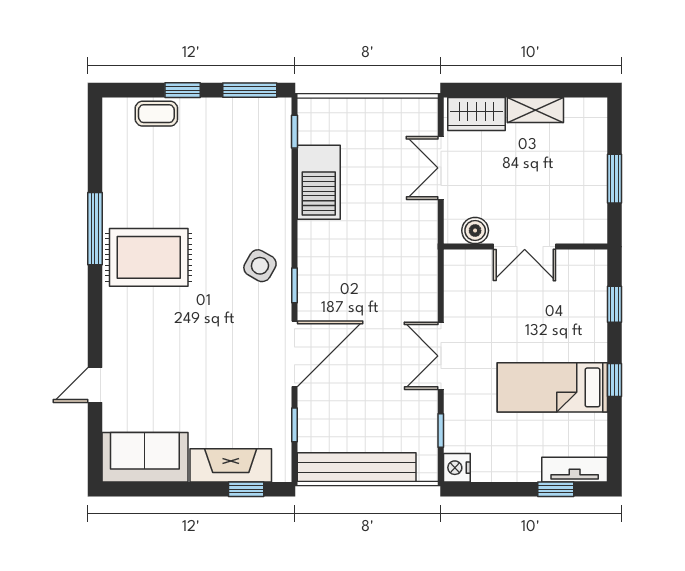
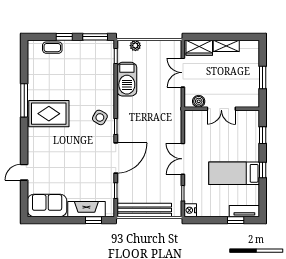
plant: (337, 109) -> (135, 46), added

